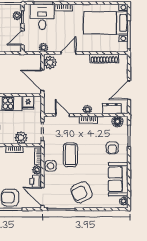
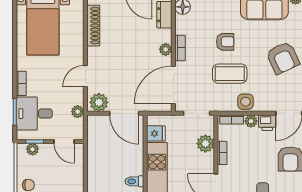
door: (69, 53) -> (85, 76), hinge flipped
door: (42, 80) -> (124, 113), hinge flipped
door: (62, 115) -> (173, 85), width x1.87
armchair: (112, 148) -> (225, 42), moved

